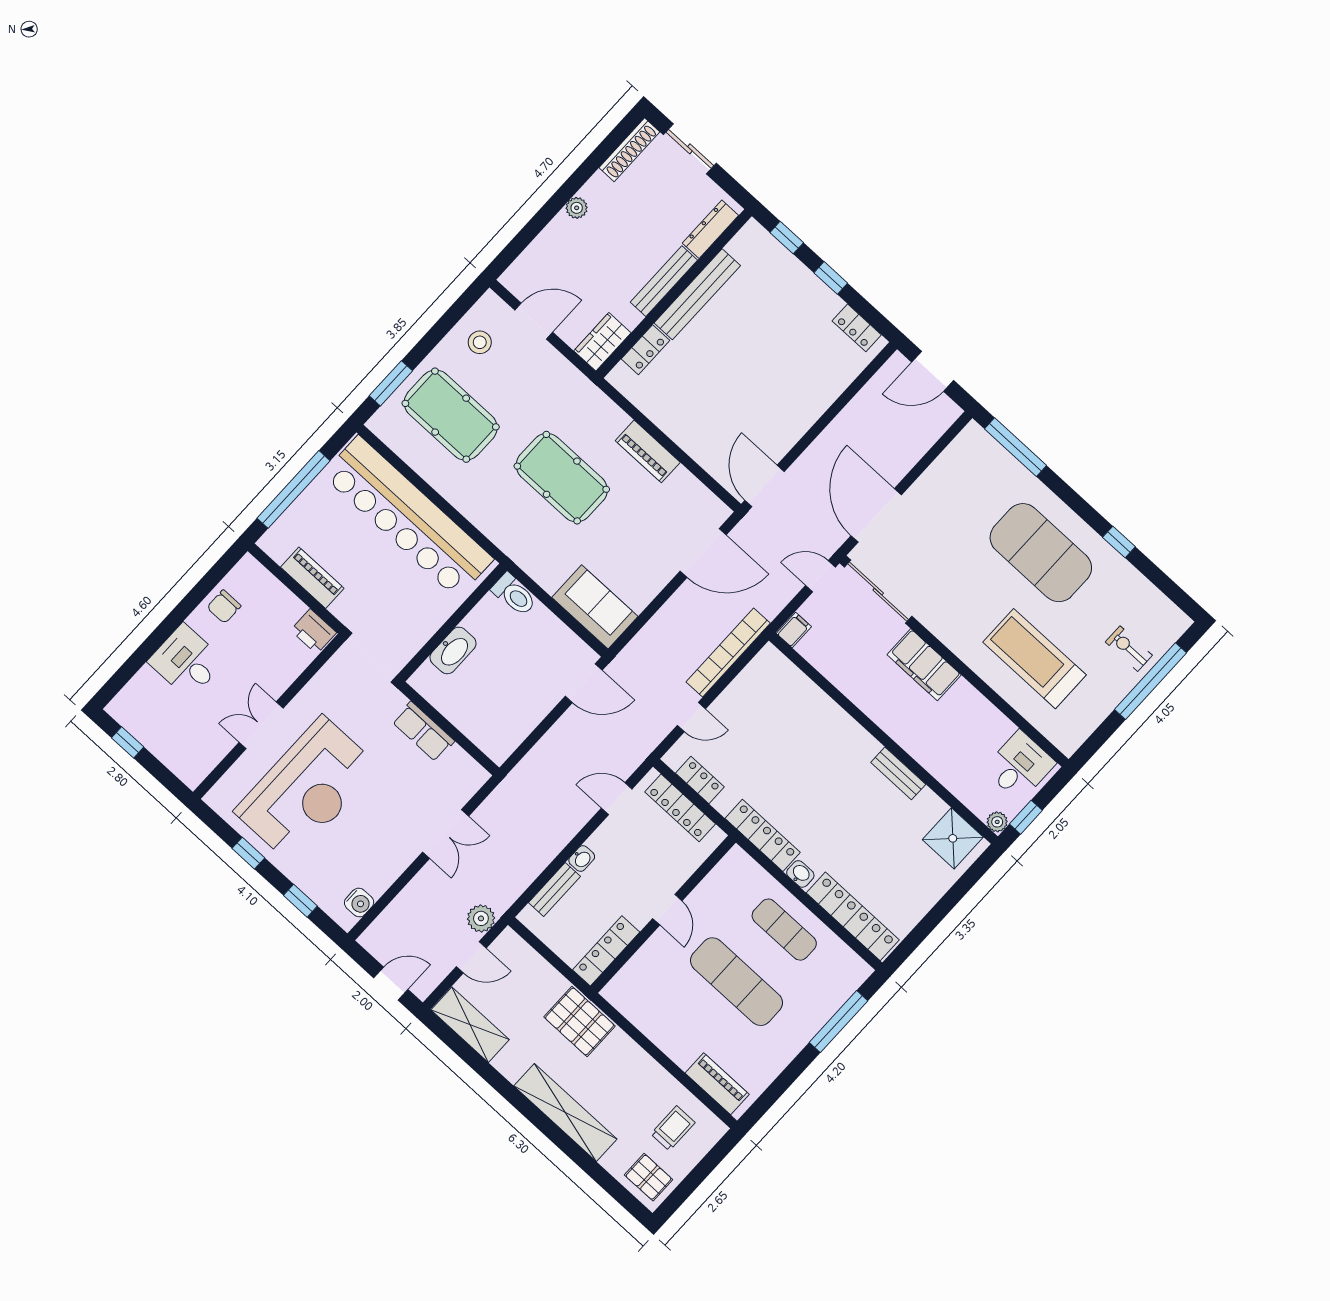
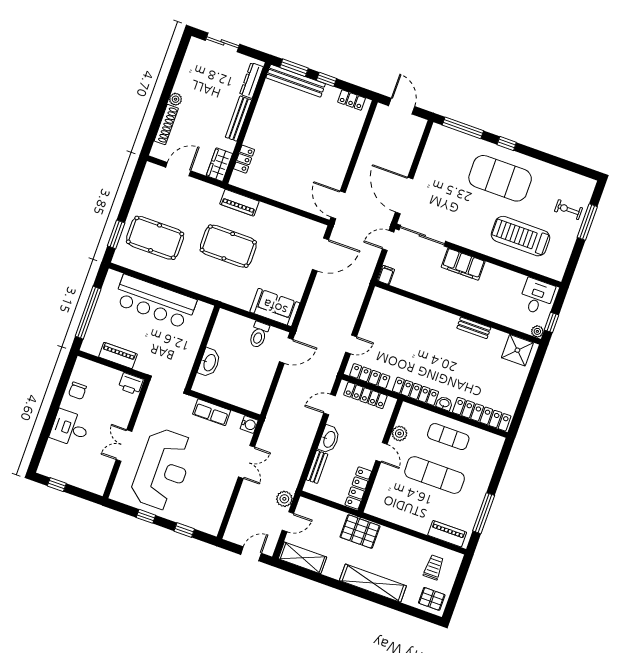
shoe rack: (629, 150) -> (166, 125), moved
window: (787, 238) -> (294, 68), width x1.50
bench: (697, 294) -> (296, 81), moved, turned 90
stool: (480, 342) -> (154, 193), removed
door: (933, 371) -> (402, 106), swing flipped
piano: (648, 451) -> (239, 203), moved
bar counter: (408, 517) -> (155, 302), width x0.73
window: (1119, 542) -> (507, 144), moved
toilet: (514, 595) -> (259, 335), moved, turned 90
bookcase: (728, 653) -> (356, 302), removed
window: (1151, 681) -> (587, 222), width x0.68
locker: (700, 780) -> (370, 376), width x1.53
washbasin: (582, 859) -> (329, 439), width x1.91, depth x1.45
plant: (709, 892) -> (399, 433), added
water cooler: (359, 903) -> (249, 424), moved
window: (839, 1022) -> (484, 513), moved

